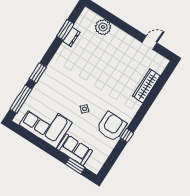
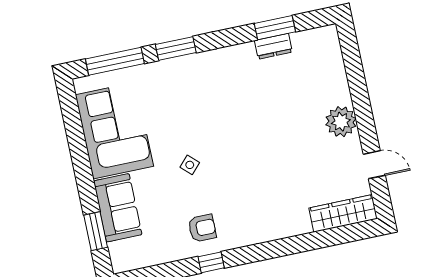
plant: (103, 27) -> (341, 122), moved
wardrobe: (146, 86) -> (343, 213), moved
armchair: (112, 127) -> (202, 228), width x0.53, depth x0.53

